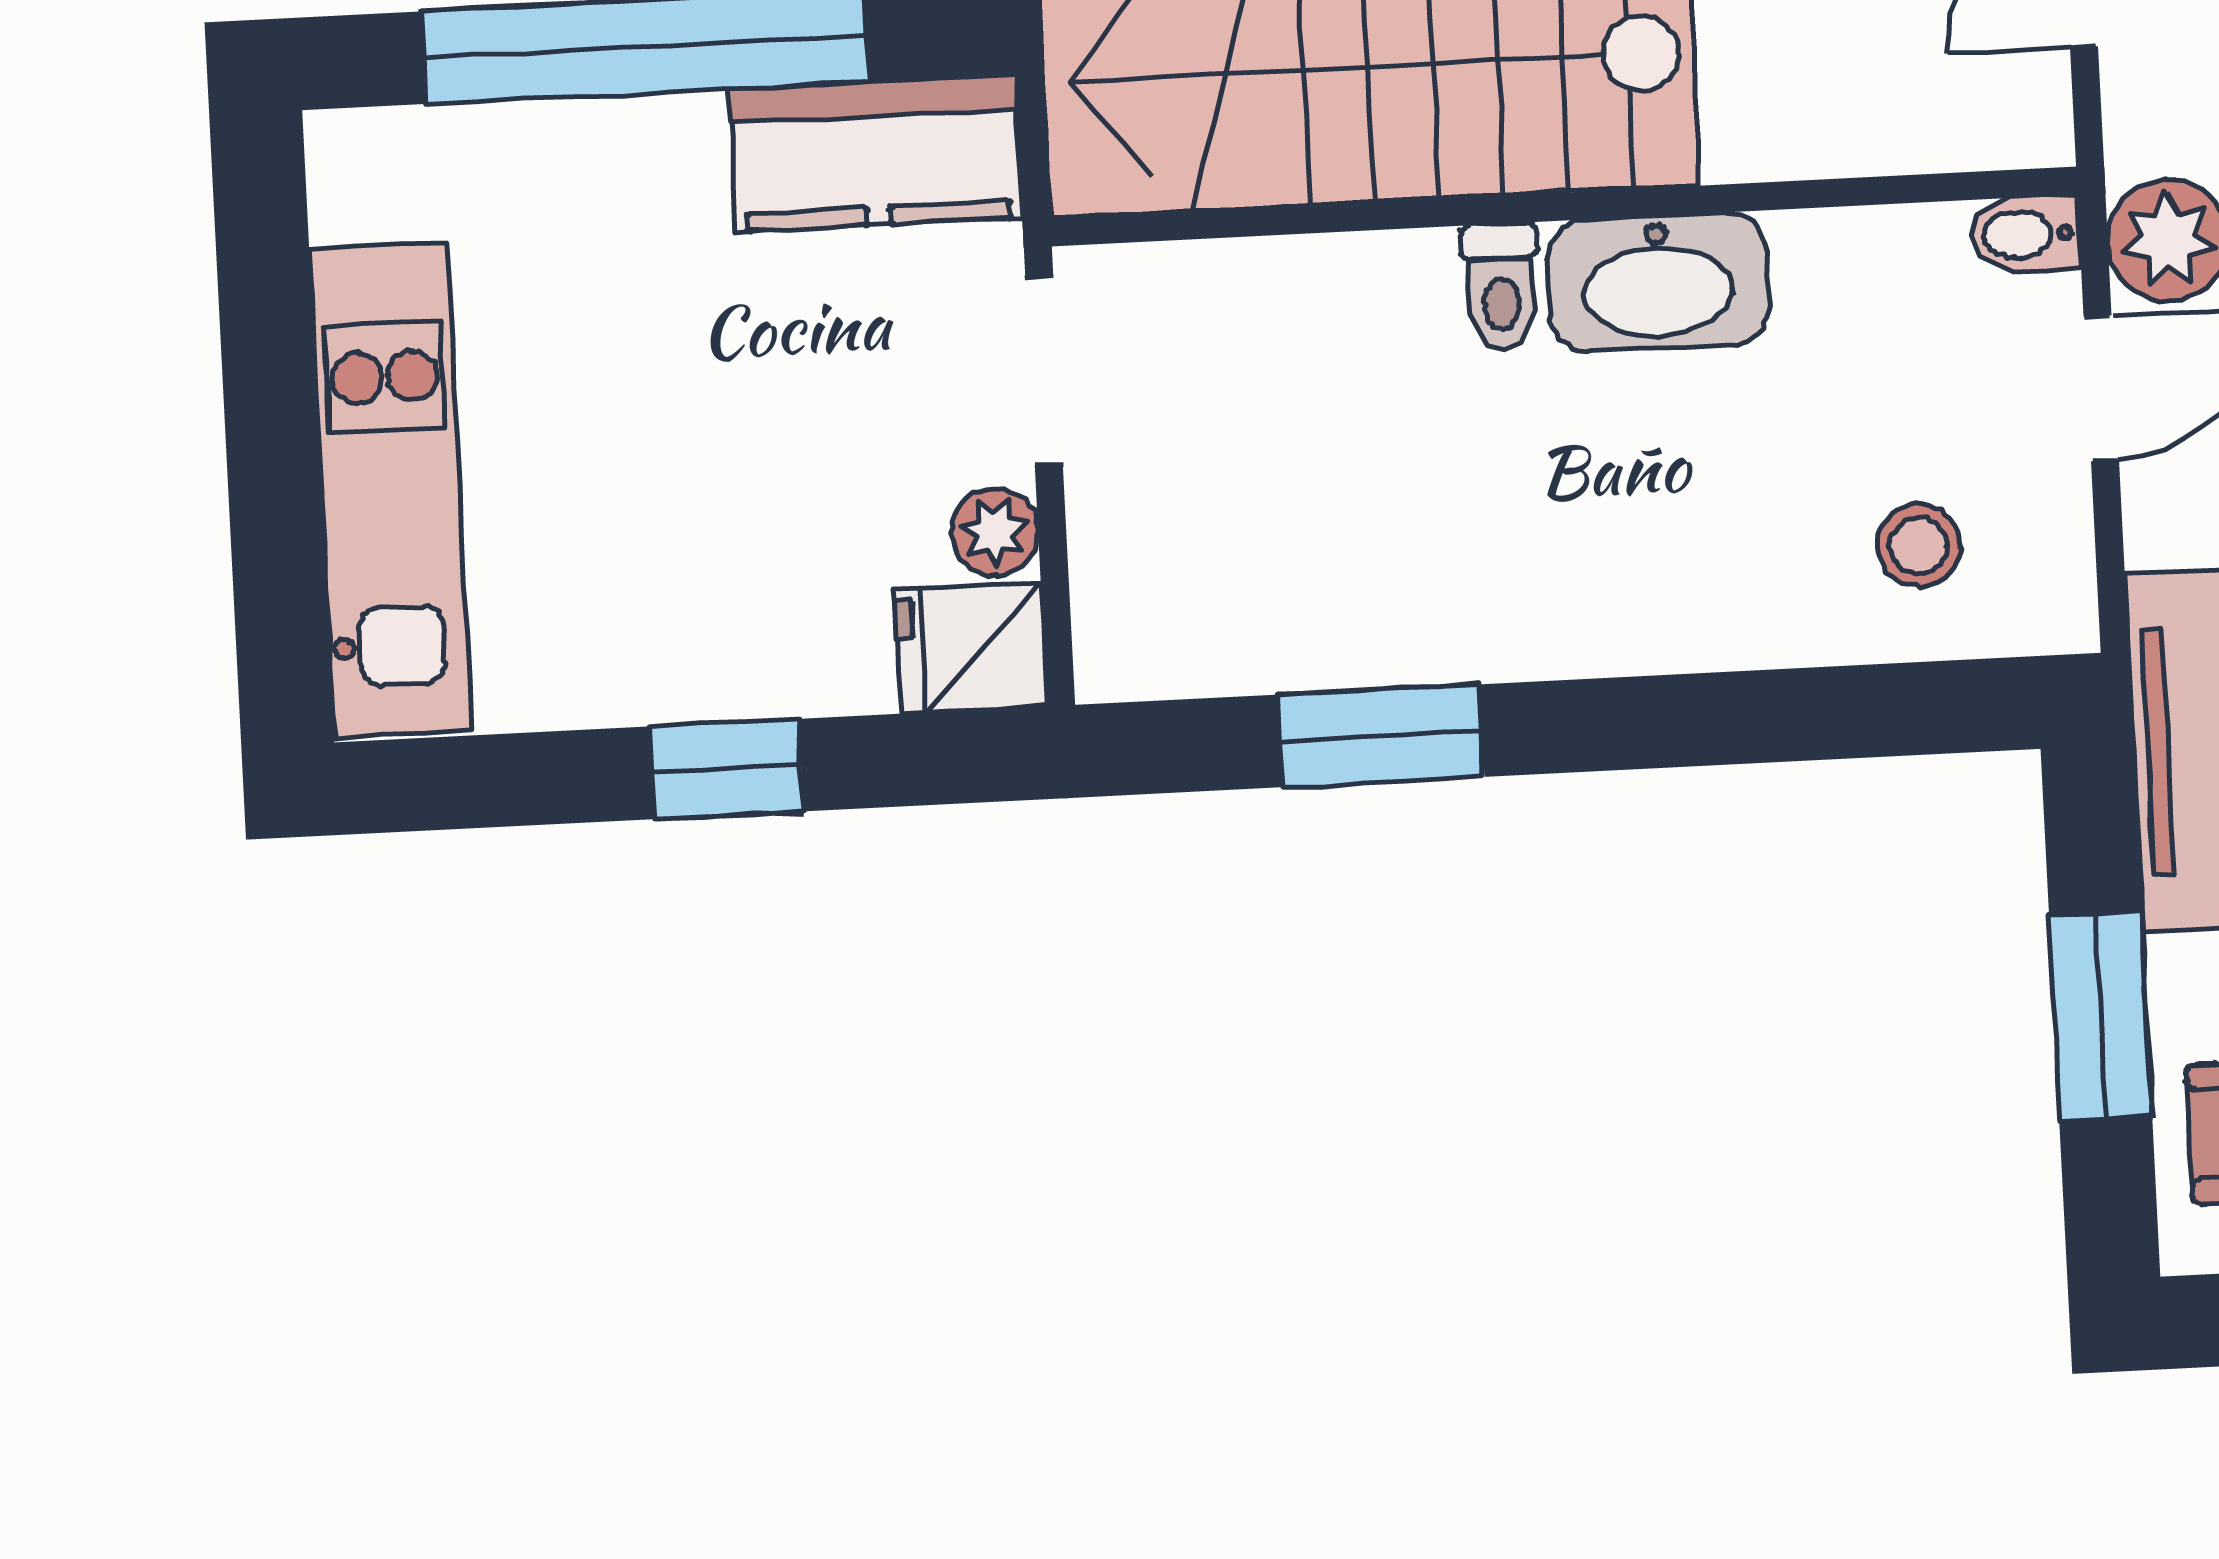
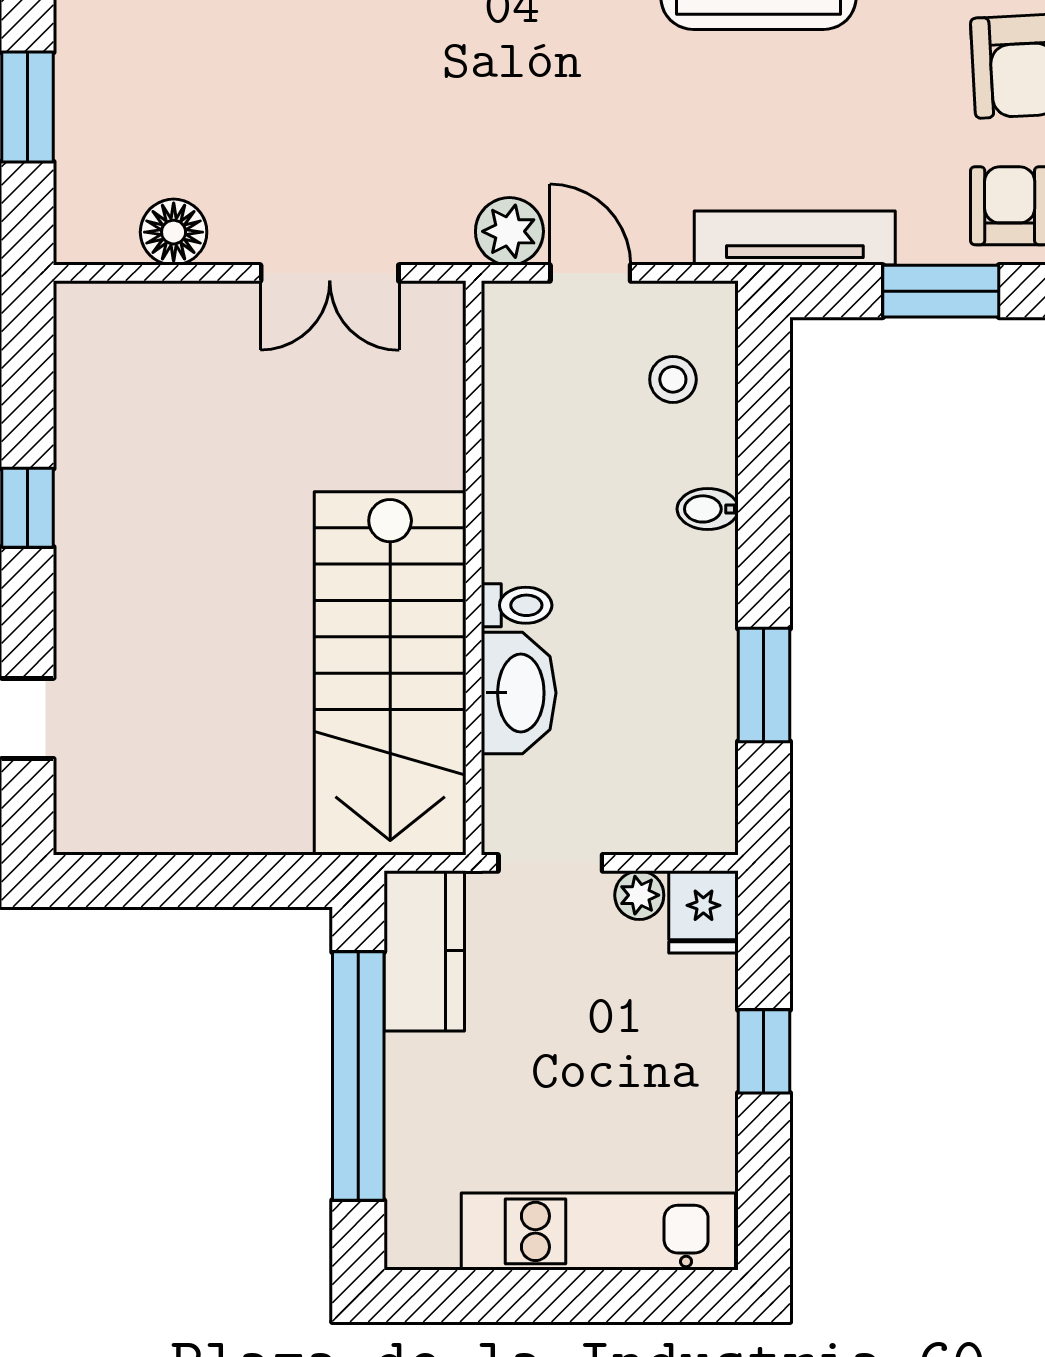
bidet: (2025, 234) -> (708, 509), moved, turned 90
washbasin: (1658, 282) -> (519, 693), moved

